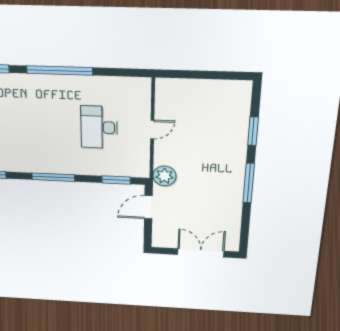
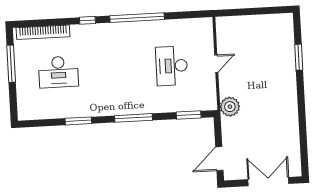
window: (249, 183) -> (301, 106), removed
door: (148, 207) -> (219, 159), moved

